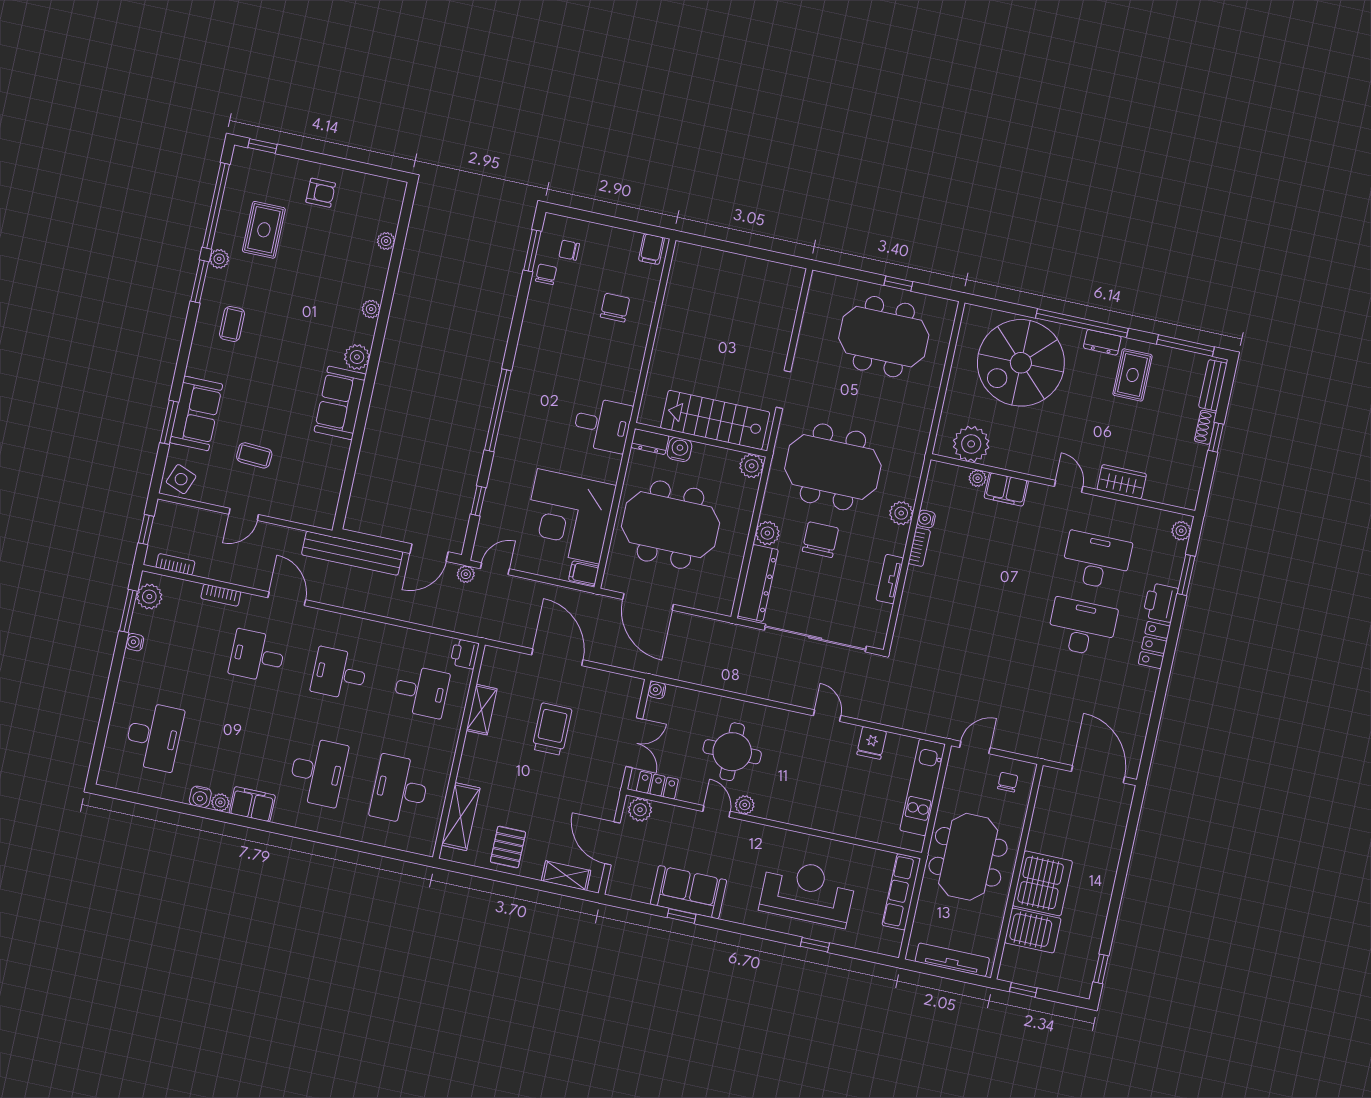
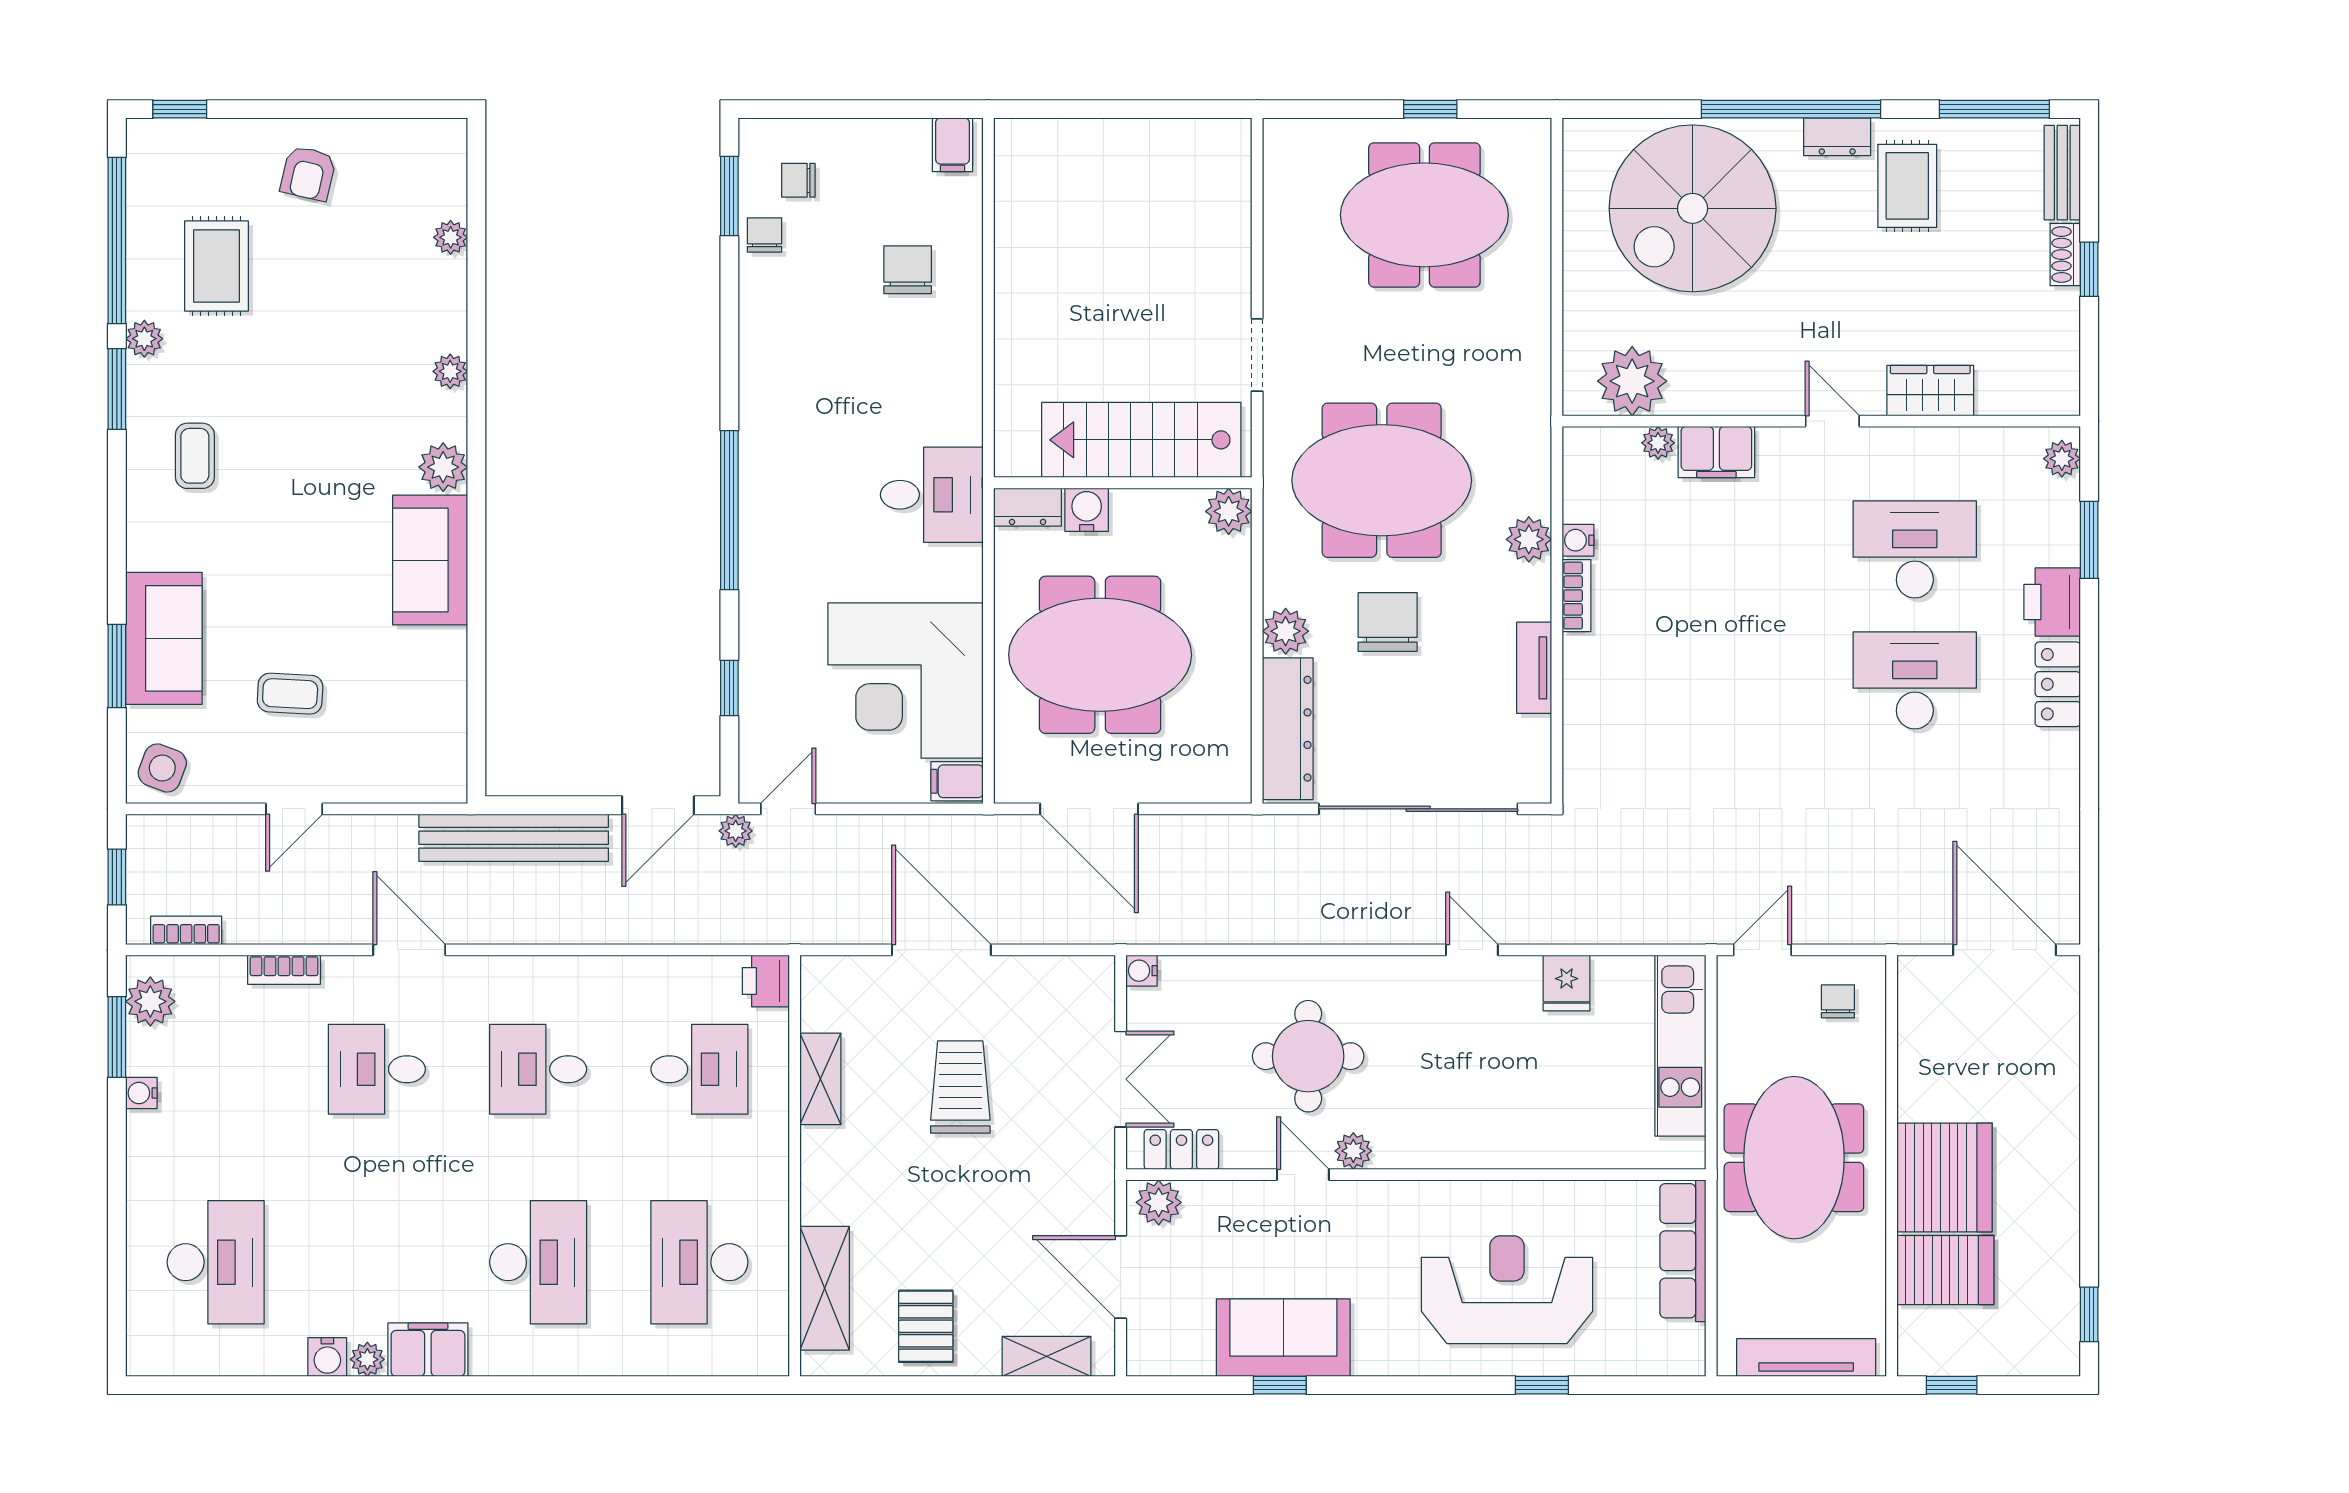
armchair: (321, 193) -> (308, 173), turned 103

